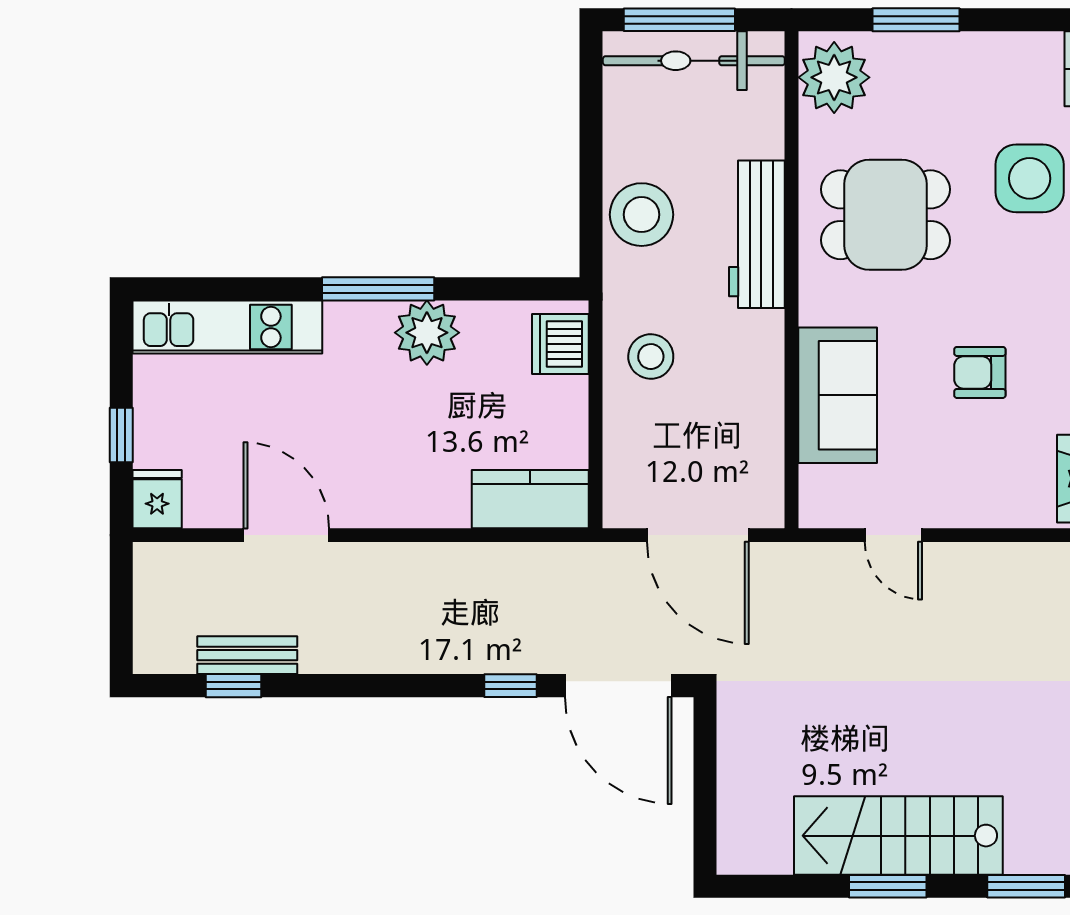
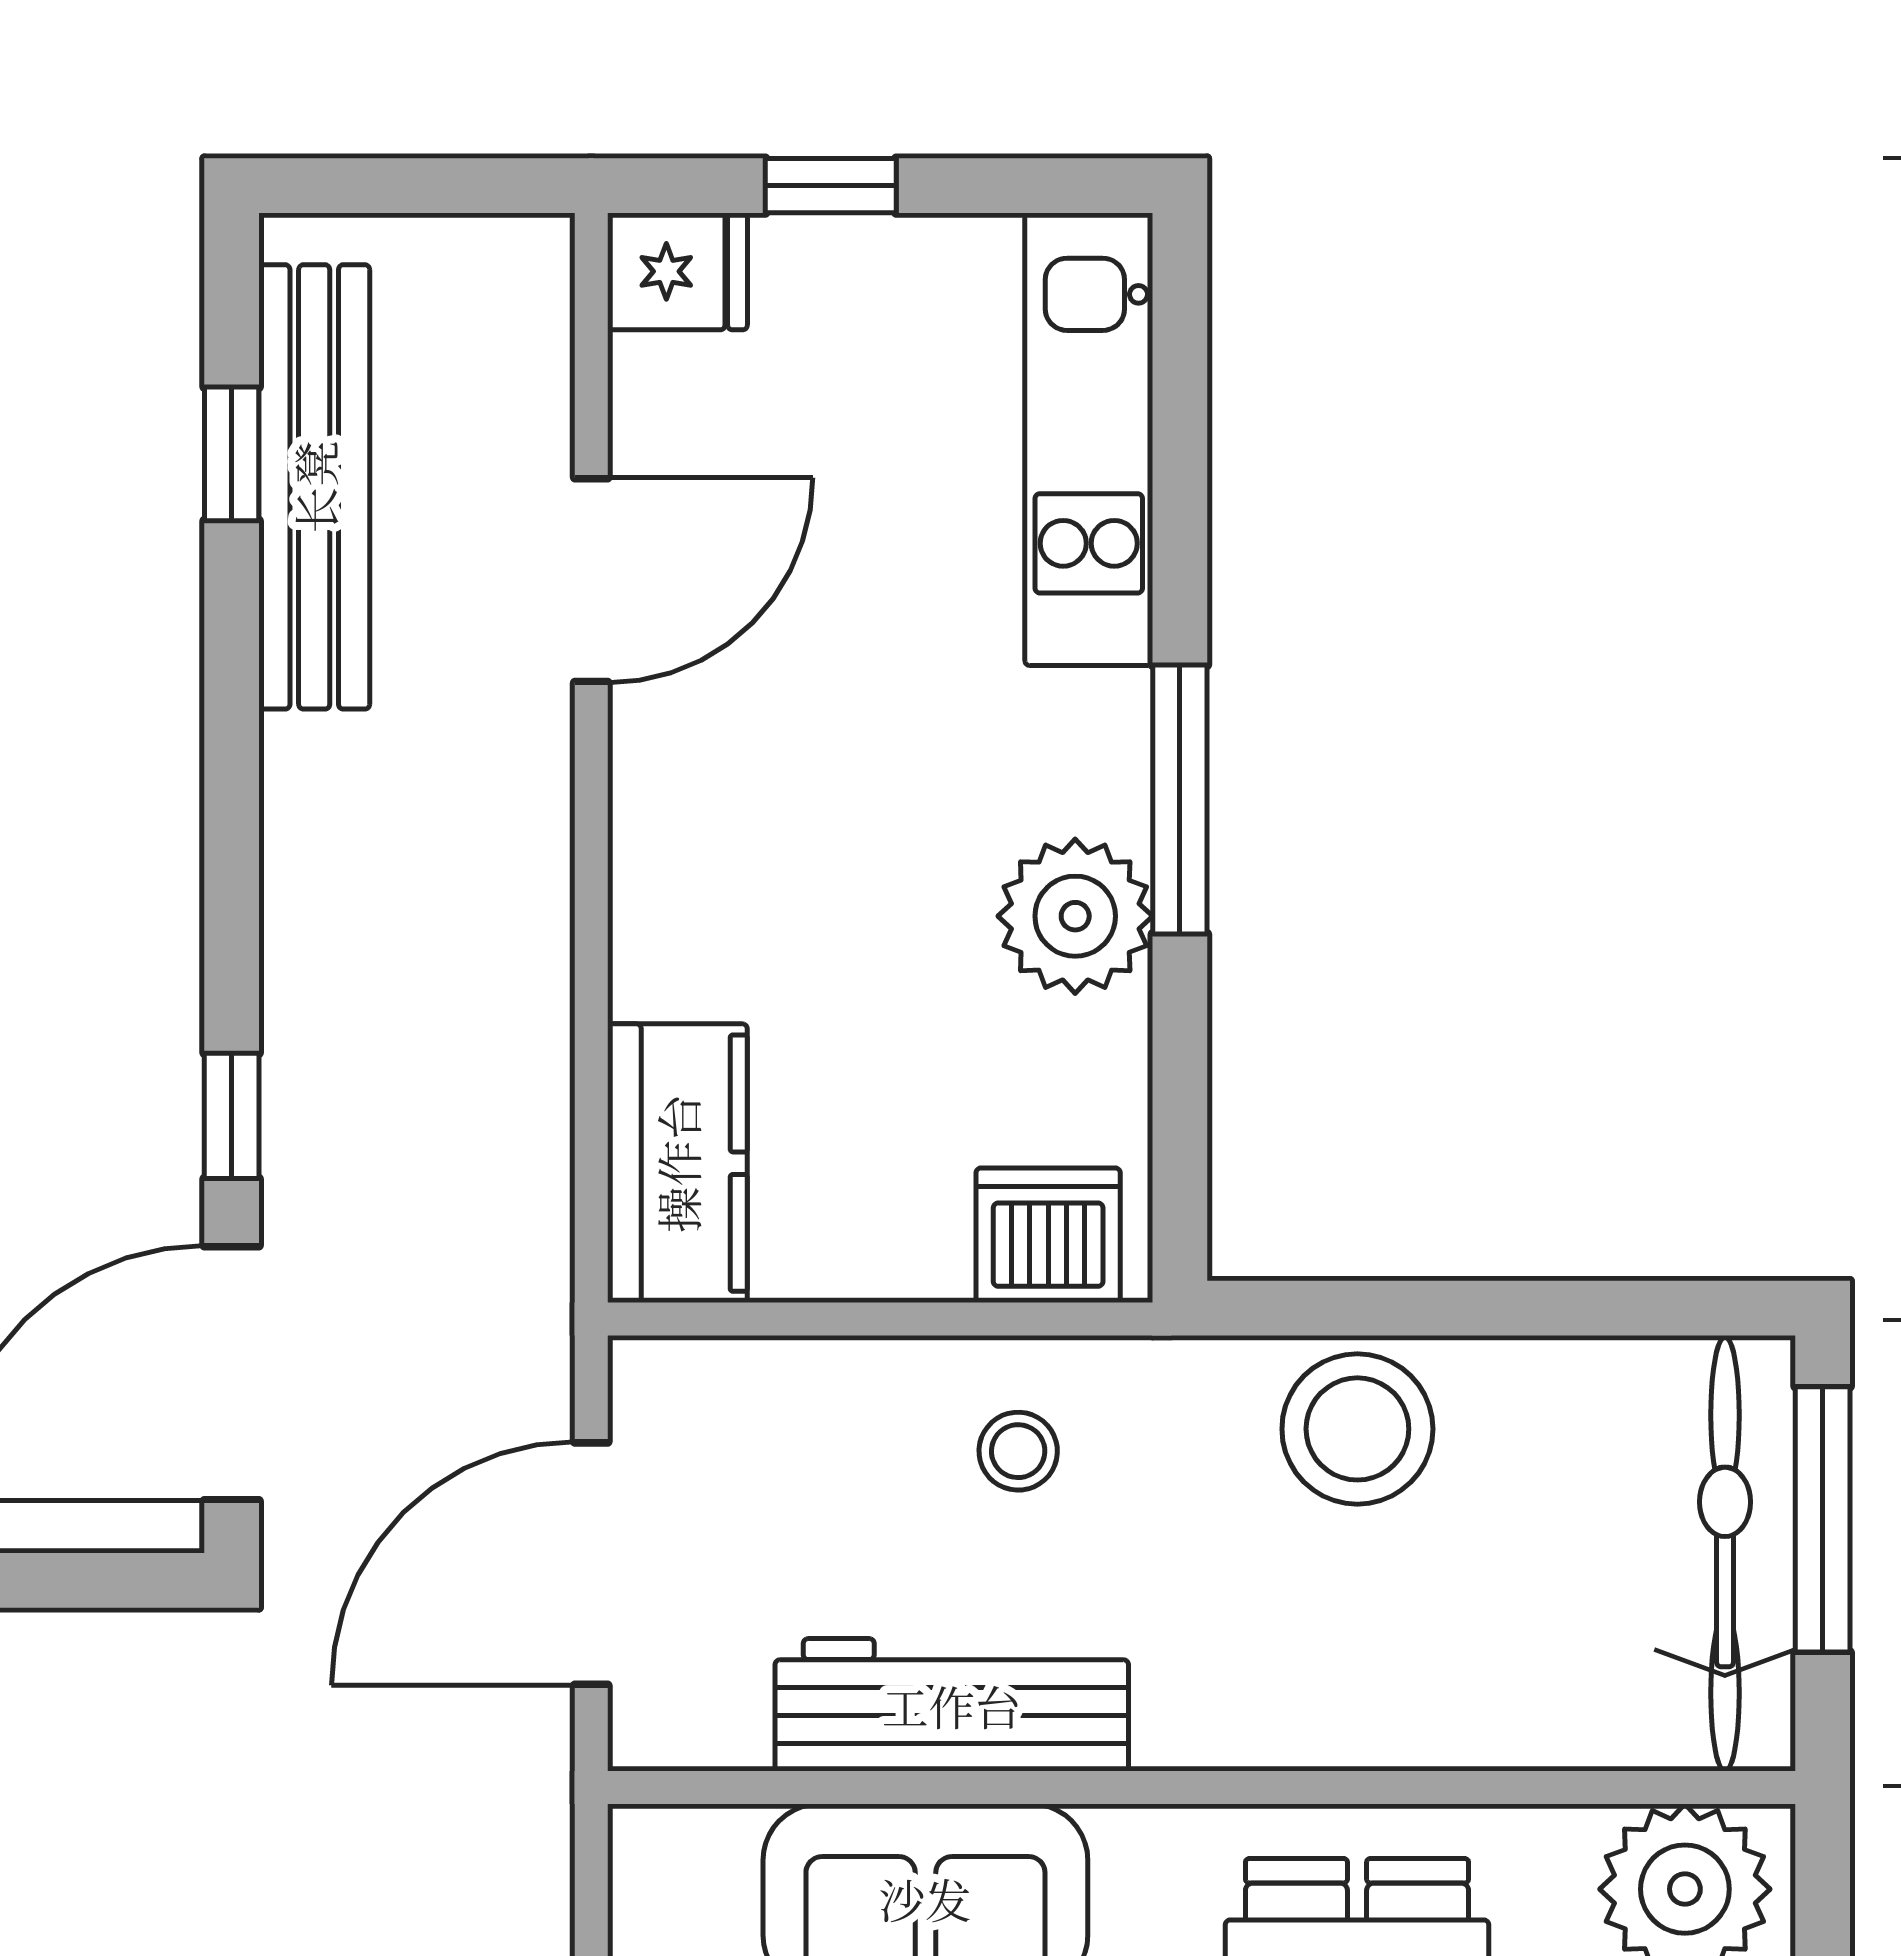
workbench: (757, 234) -> (952, 1705), moved
stool: (651, 357) -> (1018, 1451), width x0.73, depth x0.73
bench: (247, 655) -> (314, 487), width x1.86, depth x1.21

